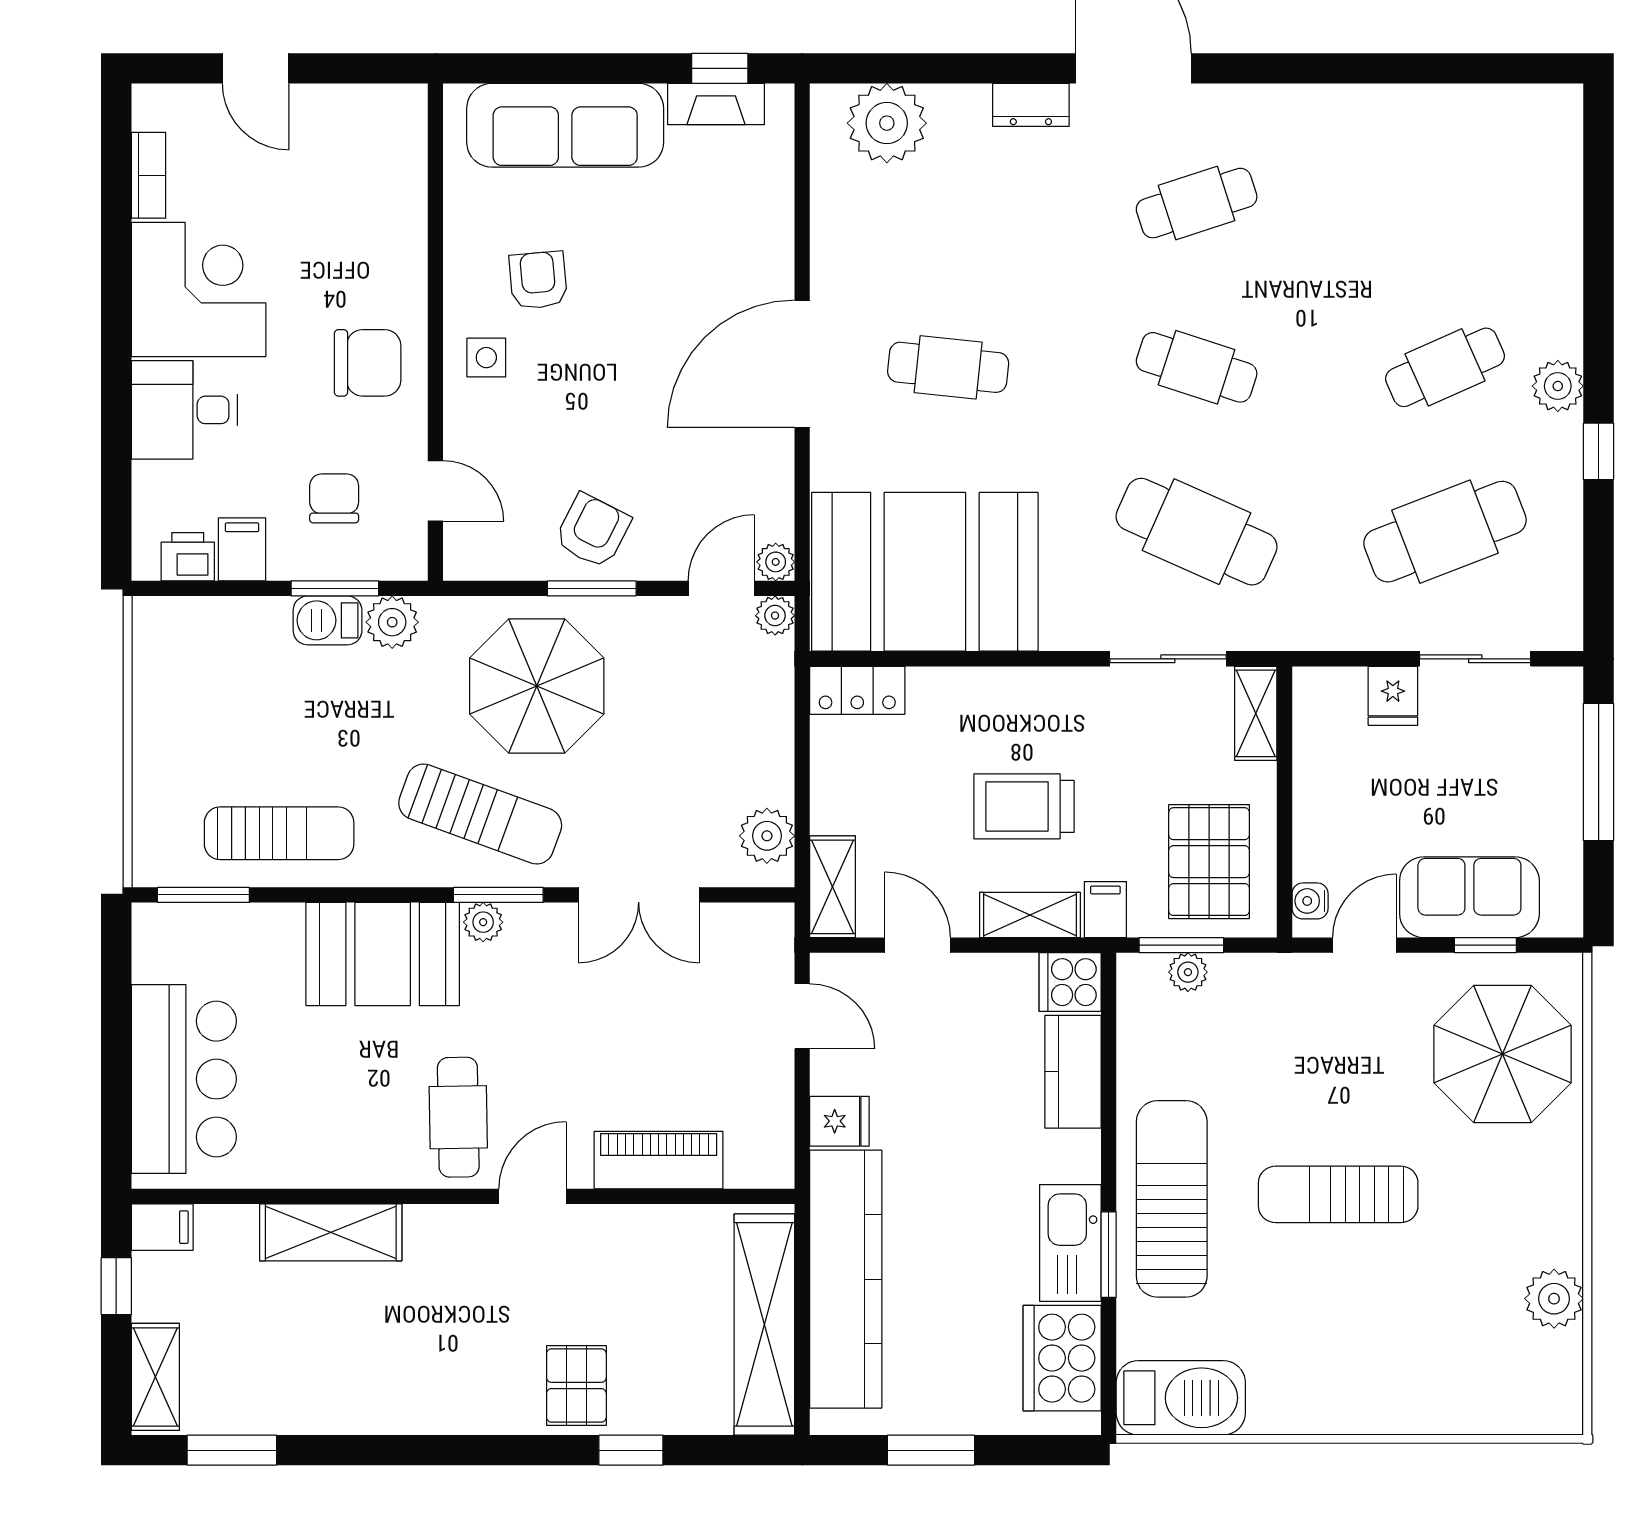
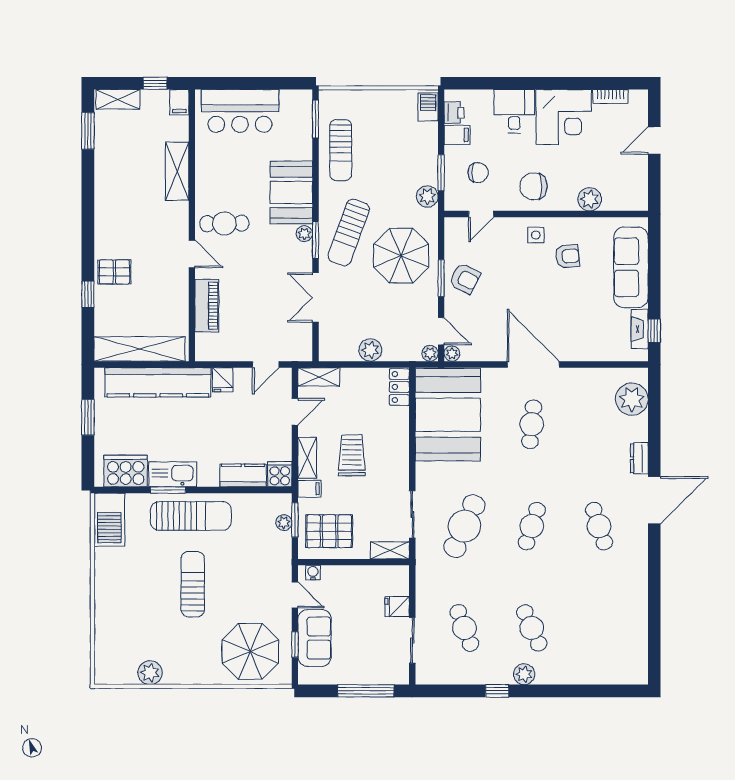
plant: (399, 226) -> (590, 199), added
chair: (368, 363) -> (534, 186), turned 90
cafe table: (1445, 532) -> (464, 628), width x0.73, depth x0.74
barbecue: (328, 620) -> (428, 107), moved
plant: (767, 836) -> (370, 350), moved

